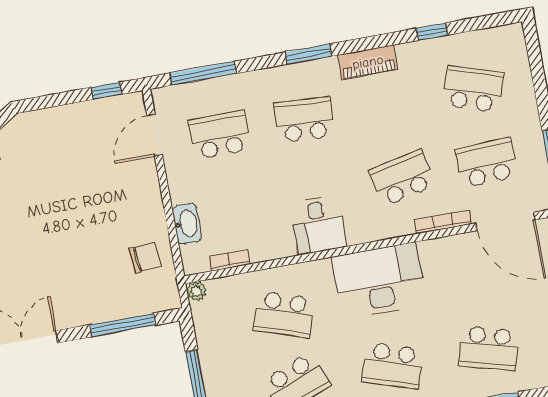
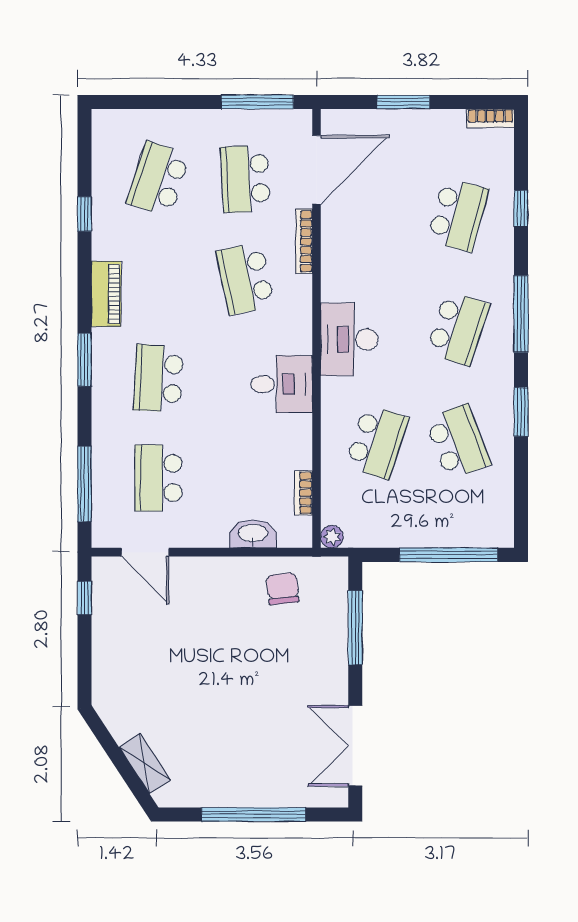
desk: (379, 281) -> (349, 339), width x0.73, depth x0.77

